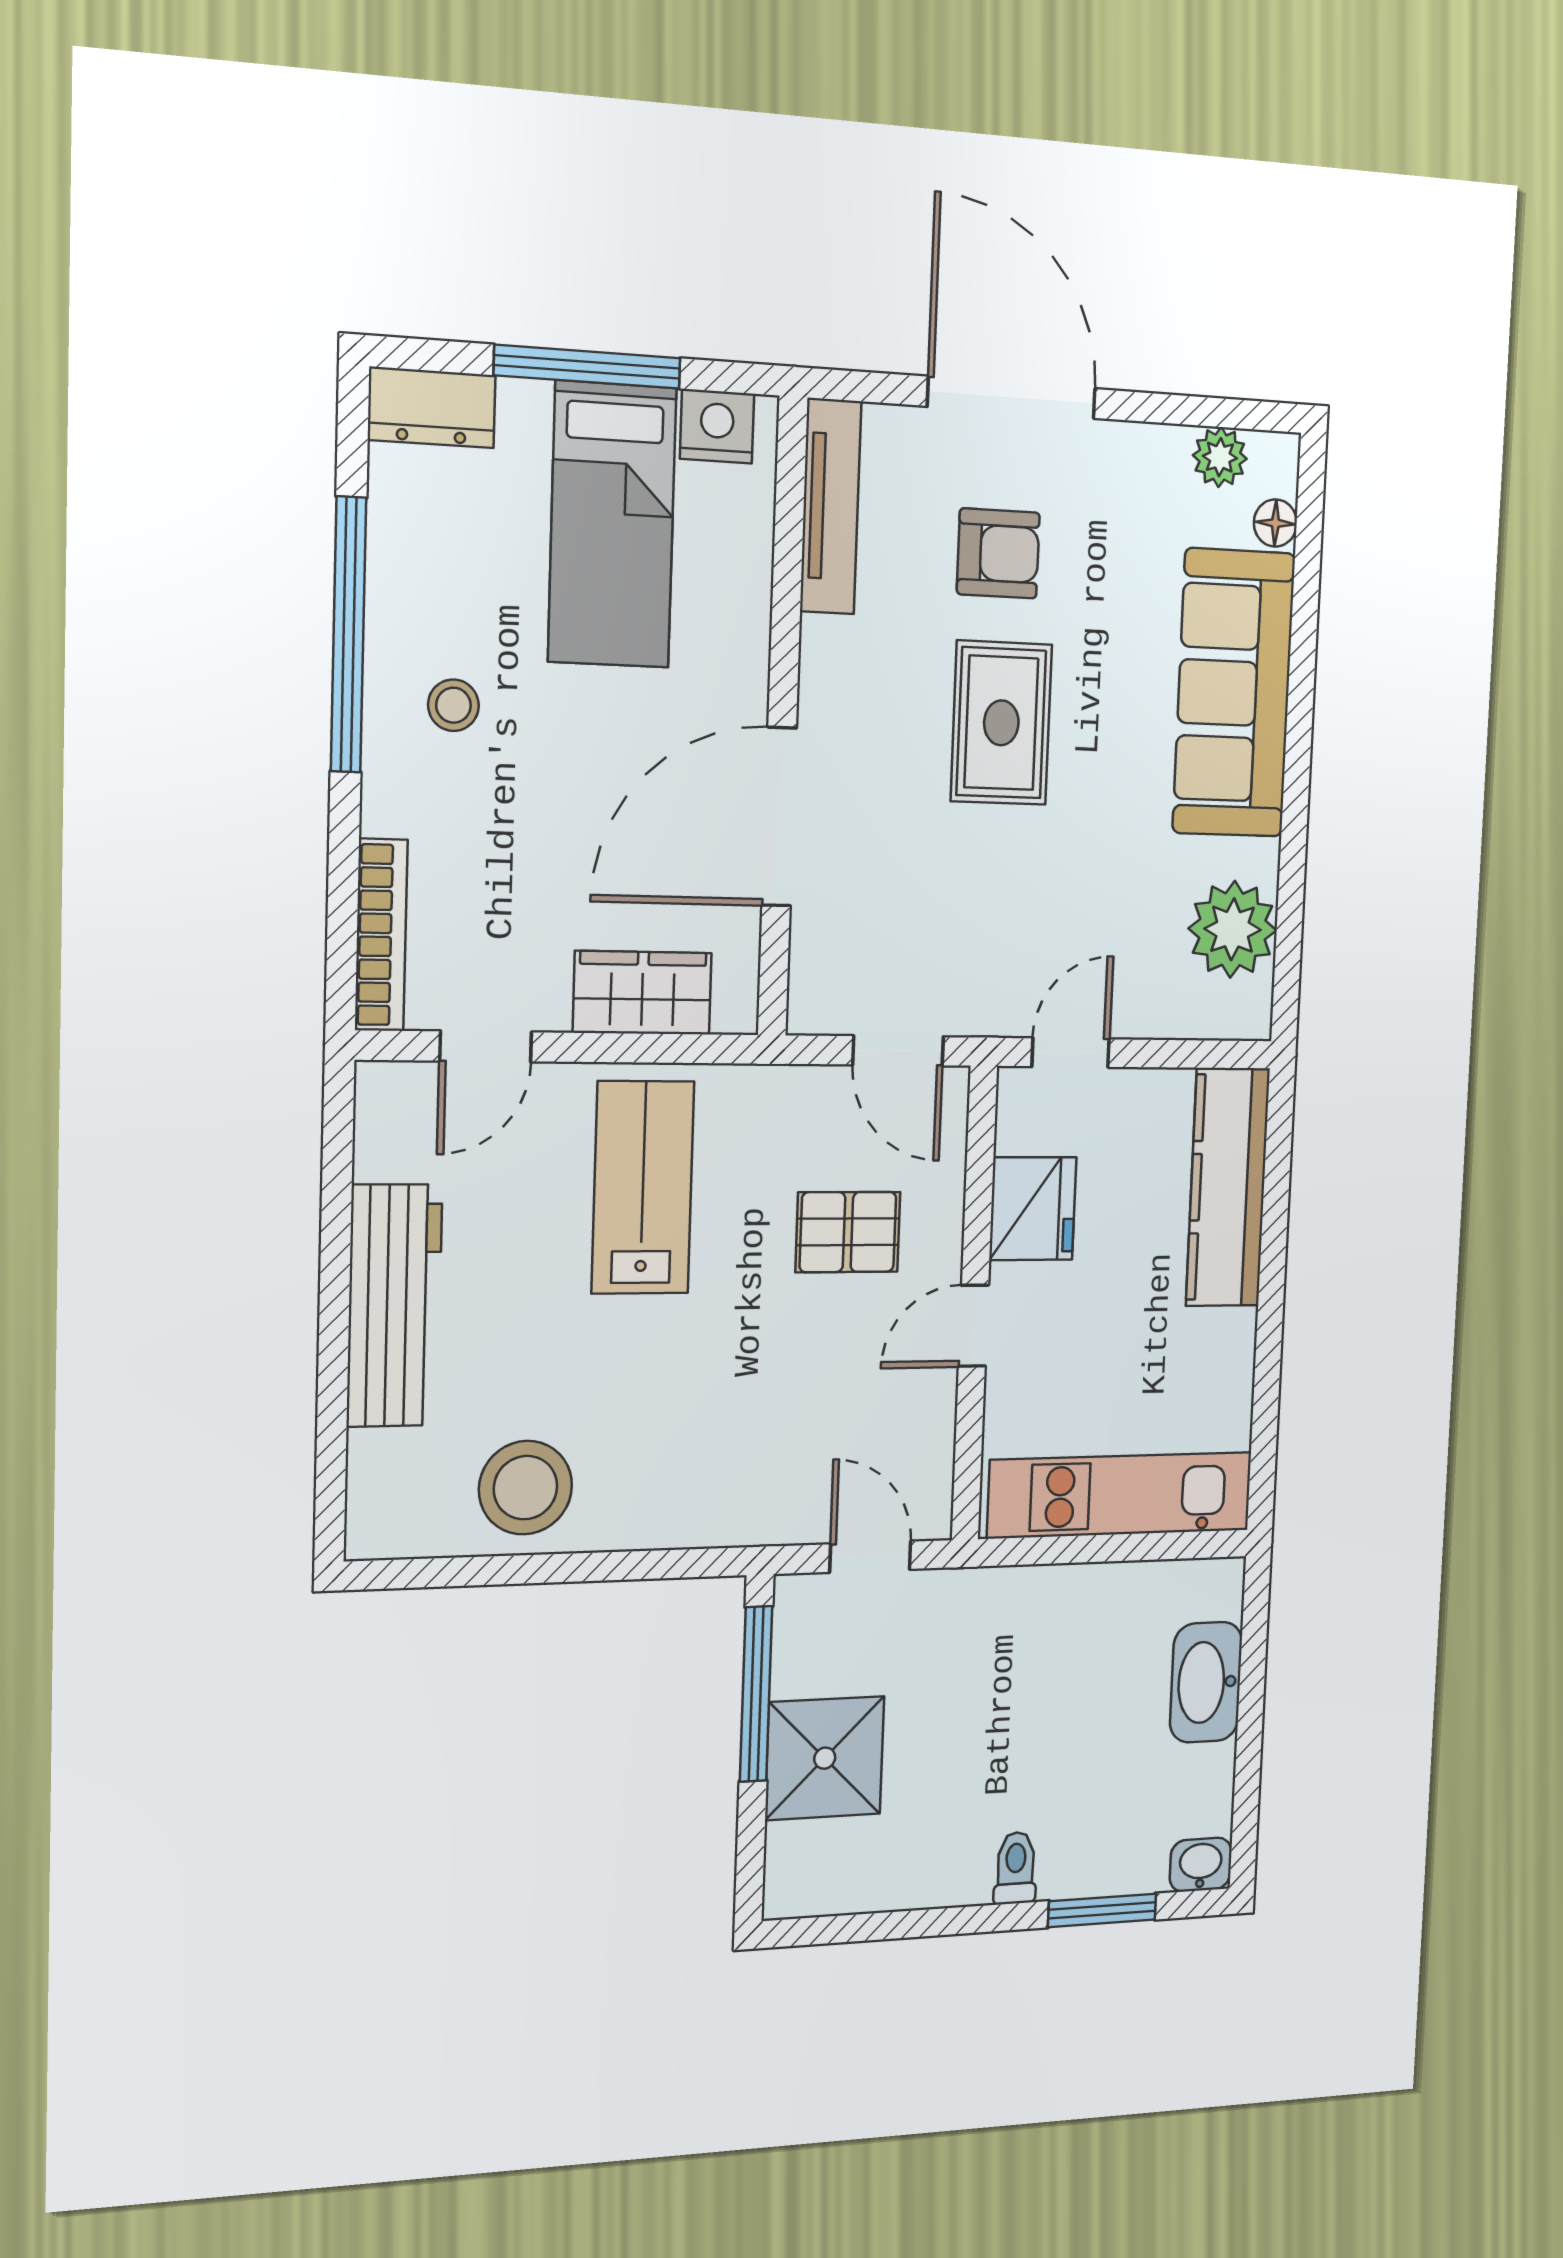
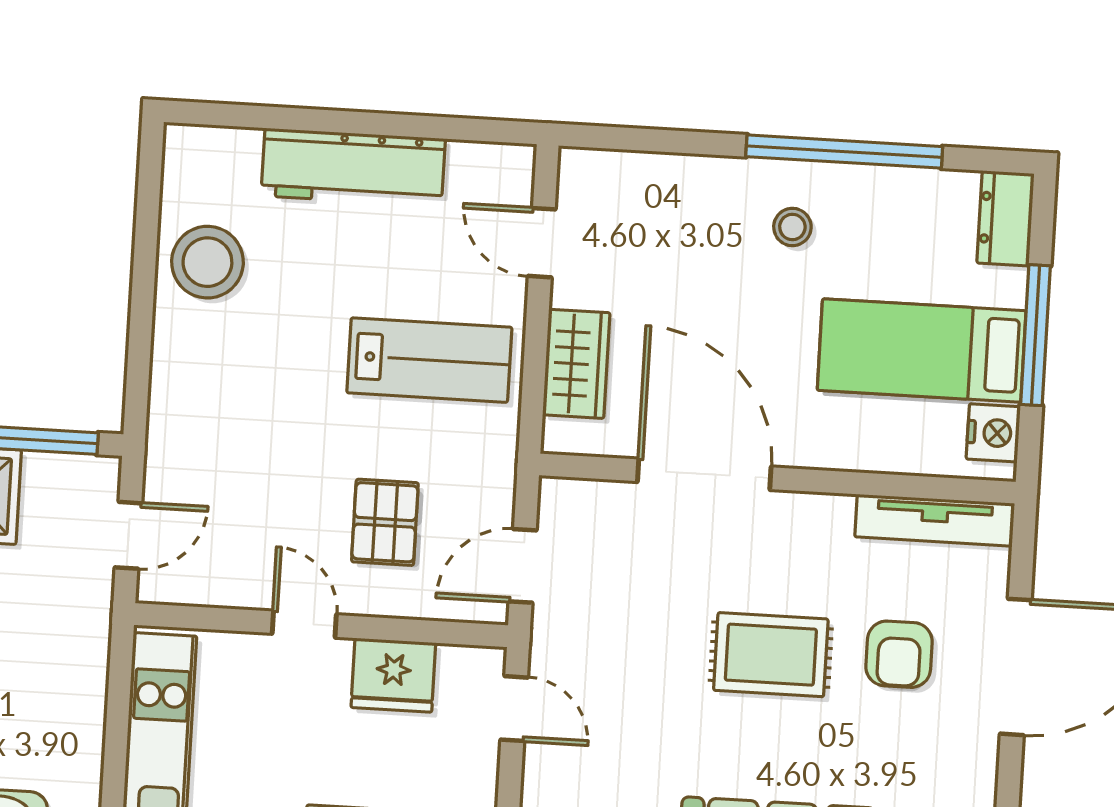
bookcase: (381, 935) -> (627, 168), removed

